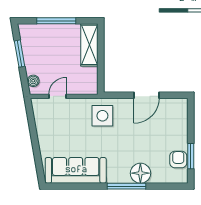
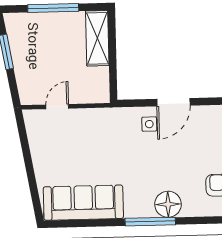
boiler: (33, 81) -> (25, 87), removed
side table: (102, 116) -> (149, 124), moved, width x0.54, depth x0.54

